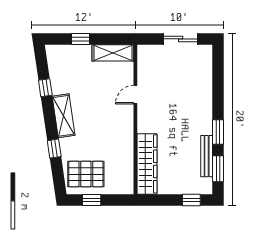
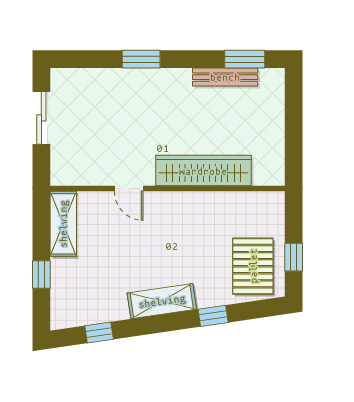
window: (45, 88) -> (99, 333), moved
window: (218, 132) -> (141, 59), moved
wardrobe: (147, 164) -> (203, 171), moved
window: (191, 200) -> (294, 101), removed

